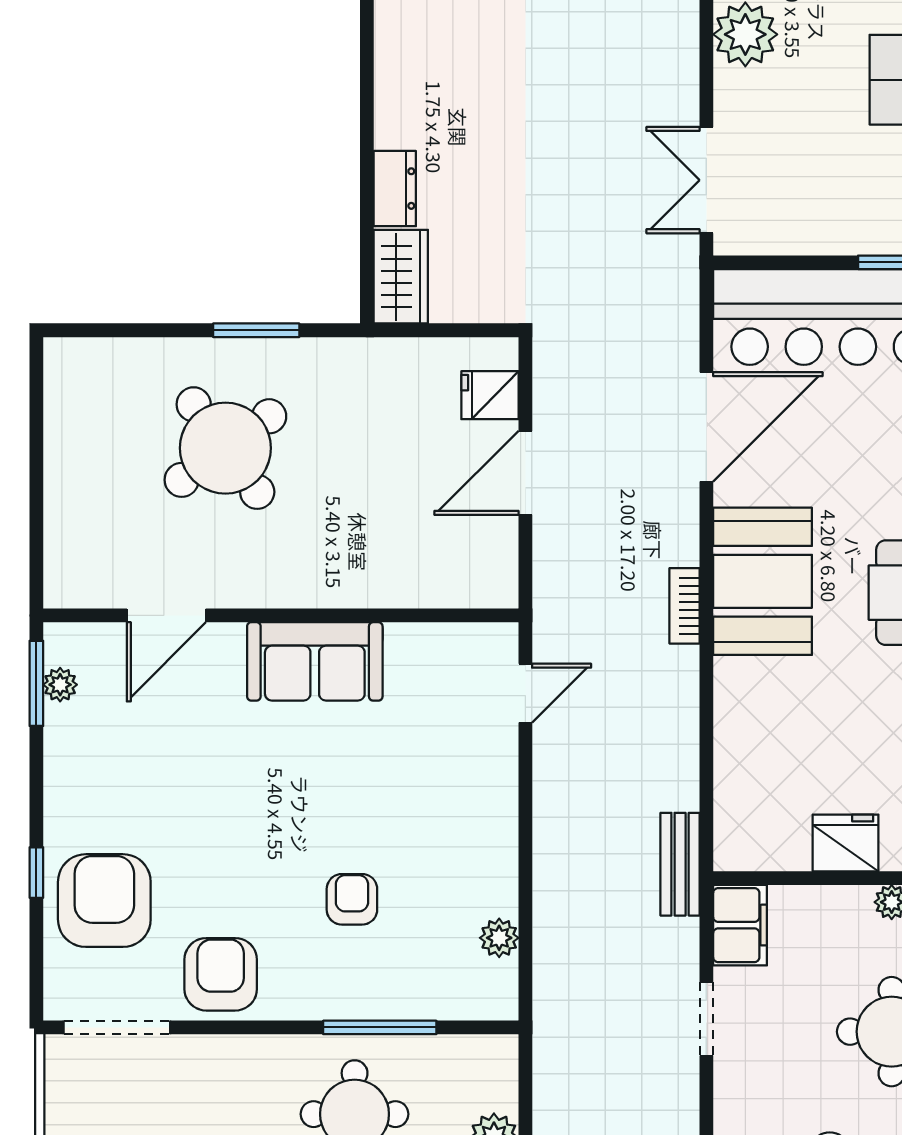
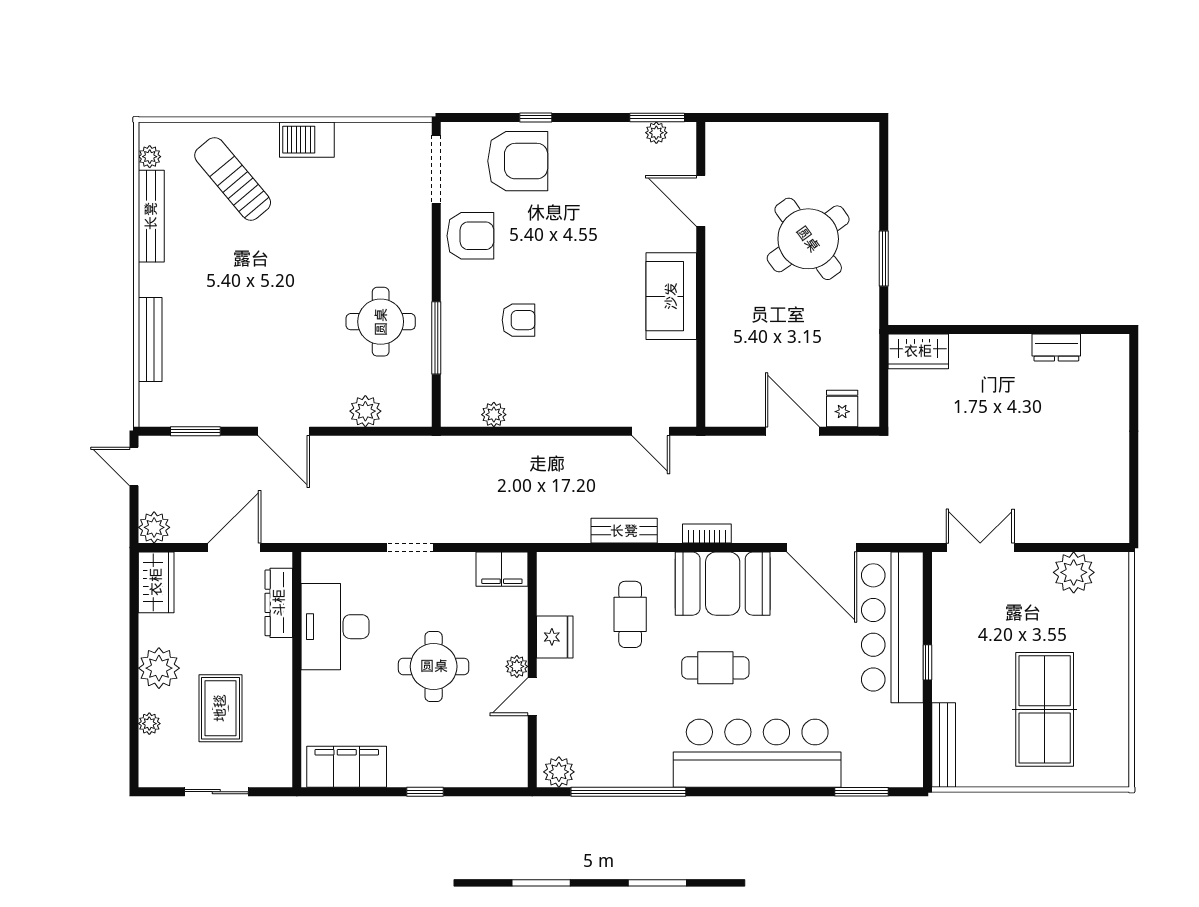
dresser: (395, 189) -> (1056, 348), moved
cafe table: (811, 725) -> (630, 614), added
bench: (680, 864) -> (624, 531), moved
doorway: (706, 1019) -> (410, 548), moved

